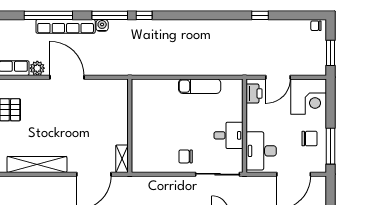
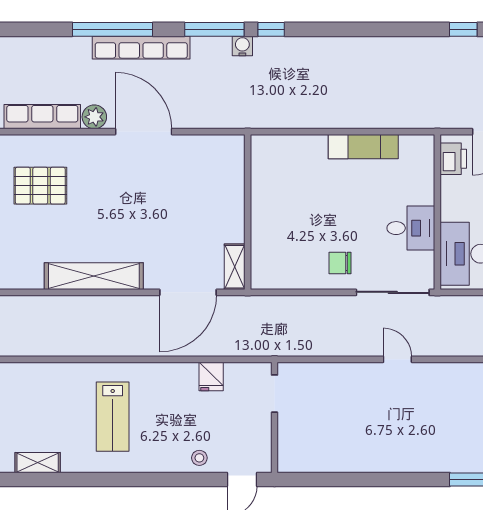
water cooler: (102, 25) -> (242, 46), moved

